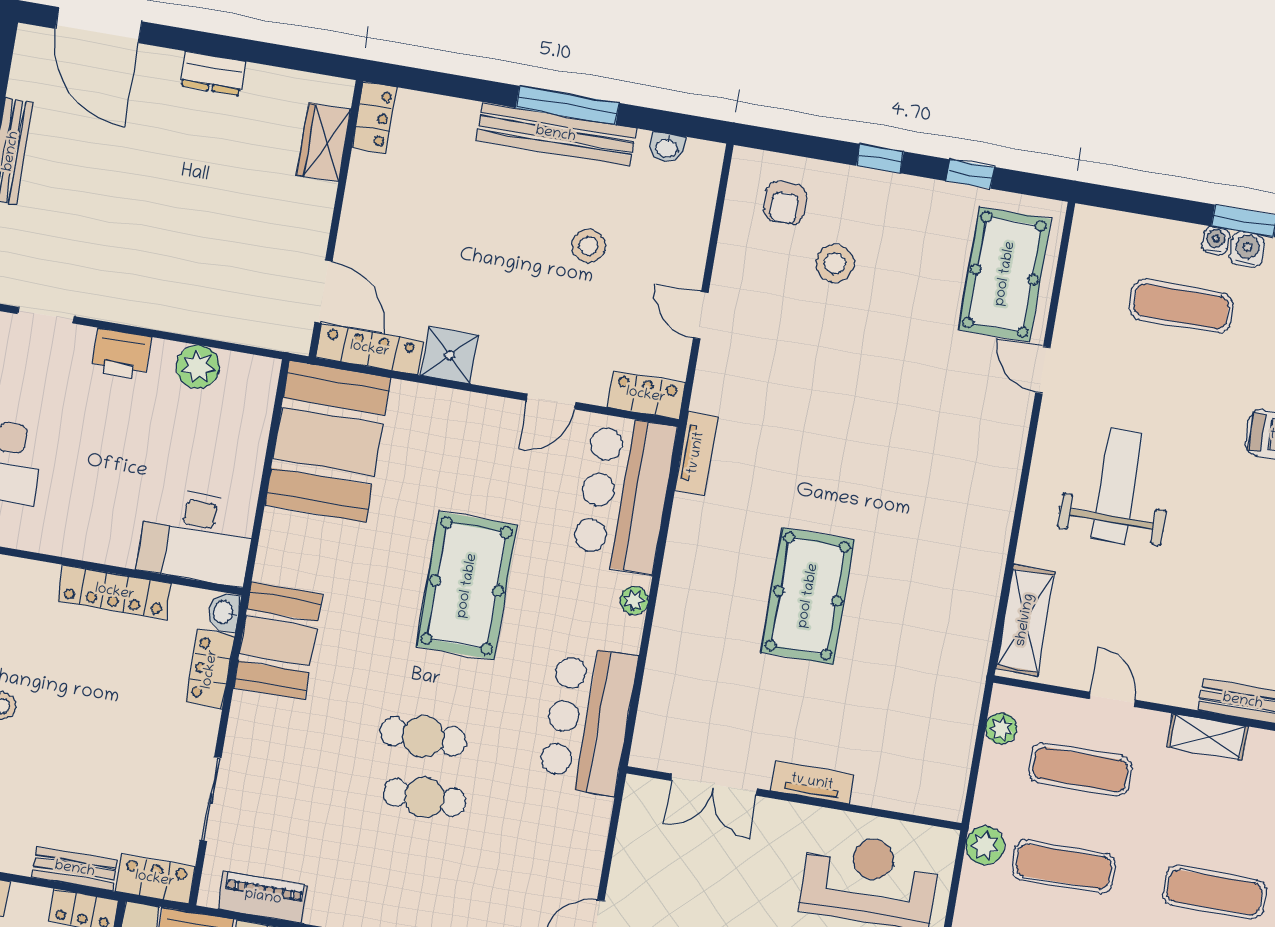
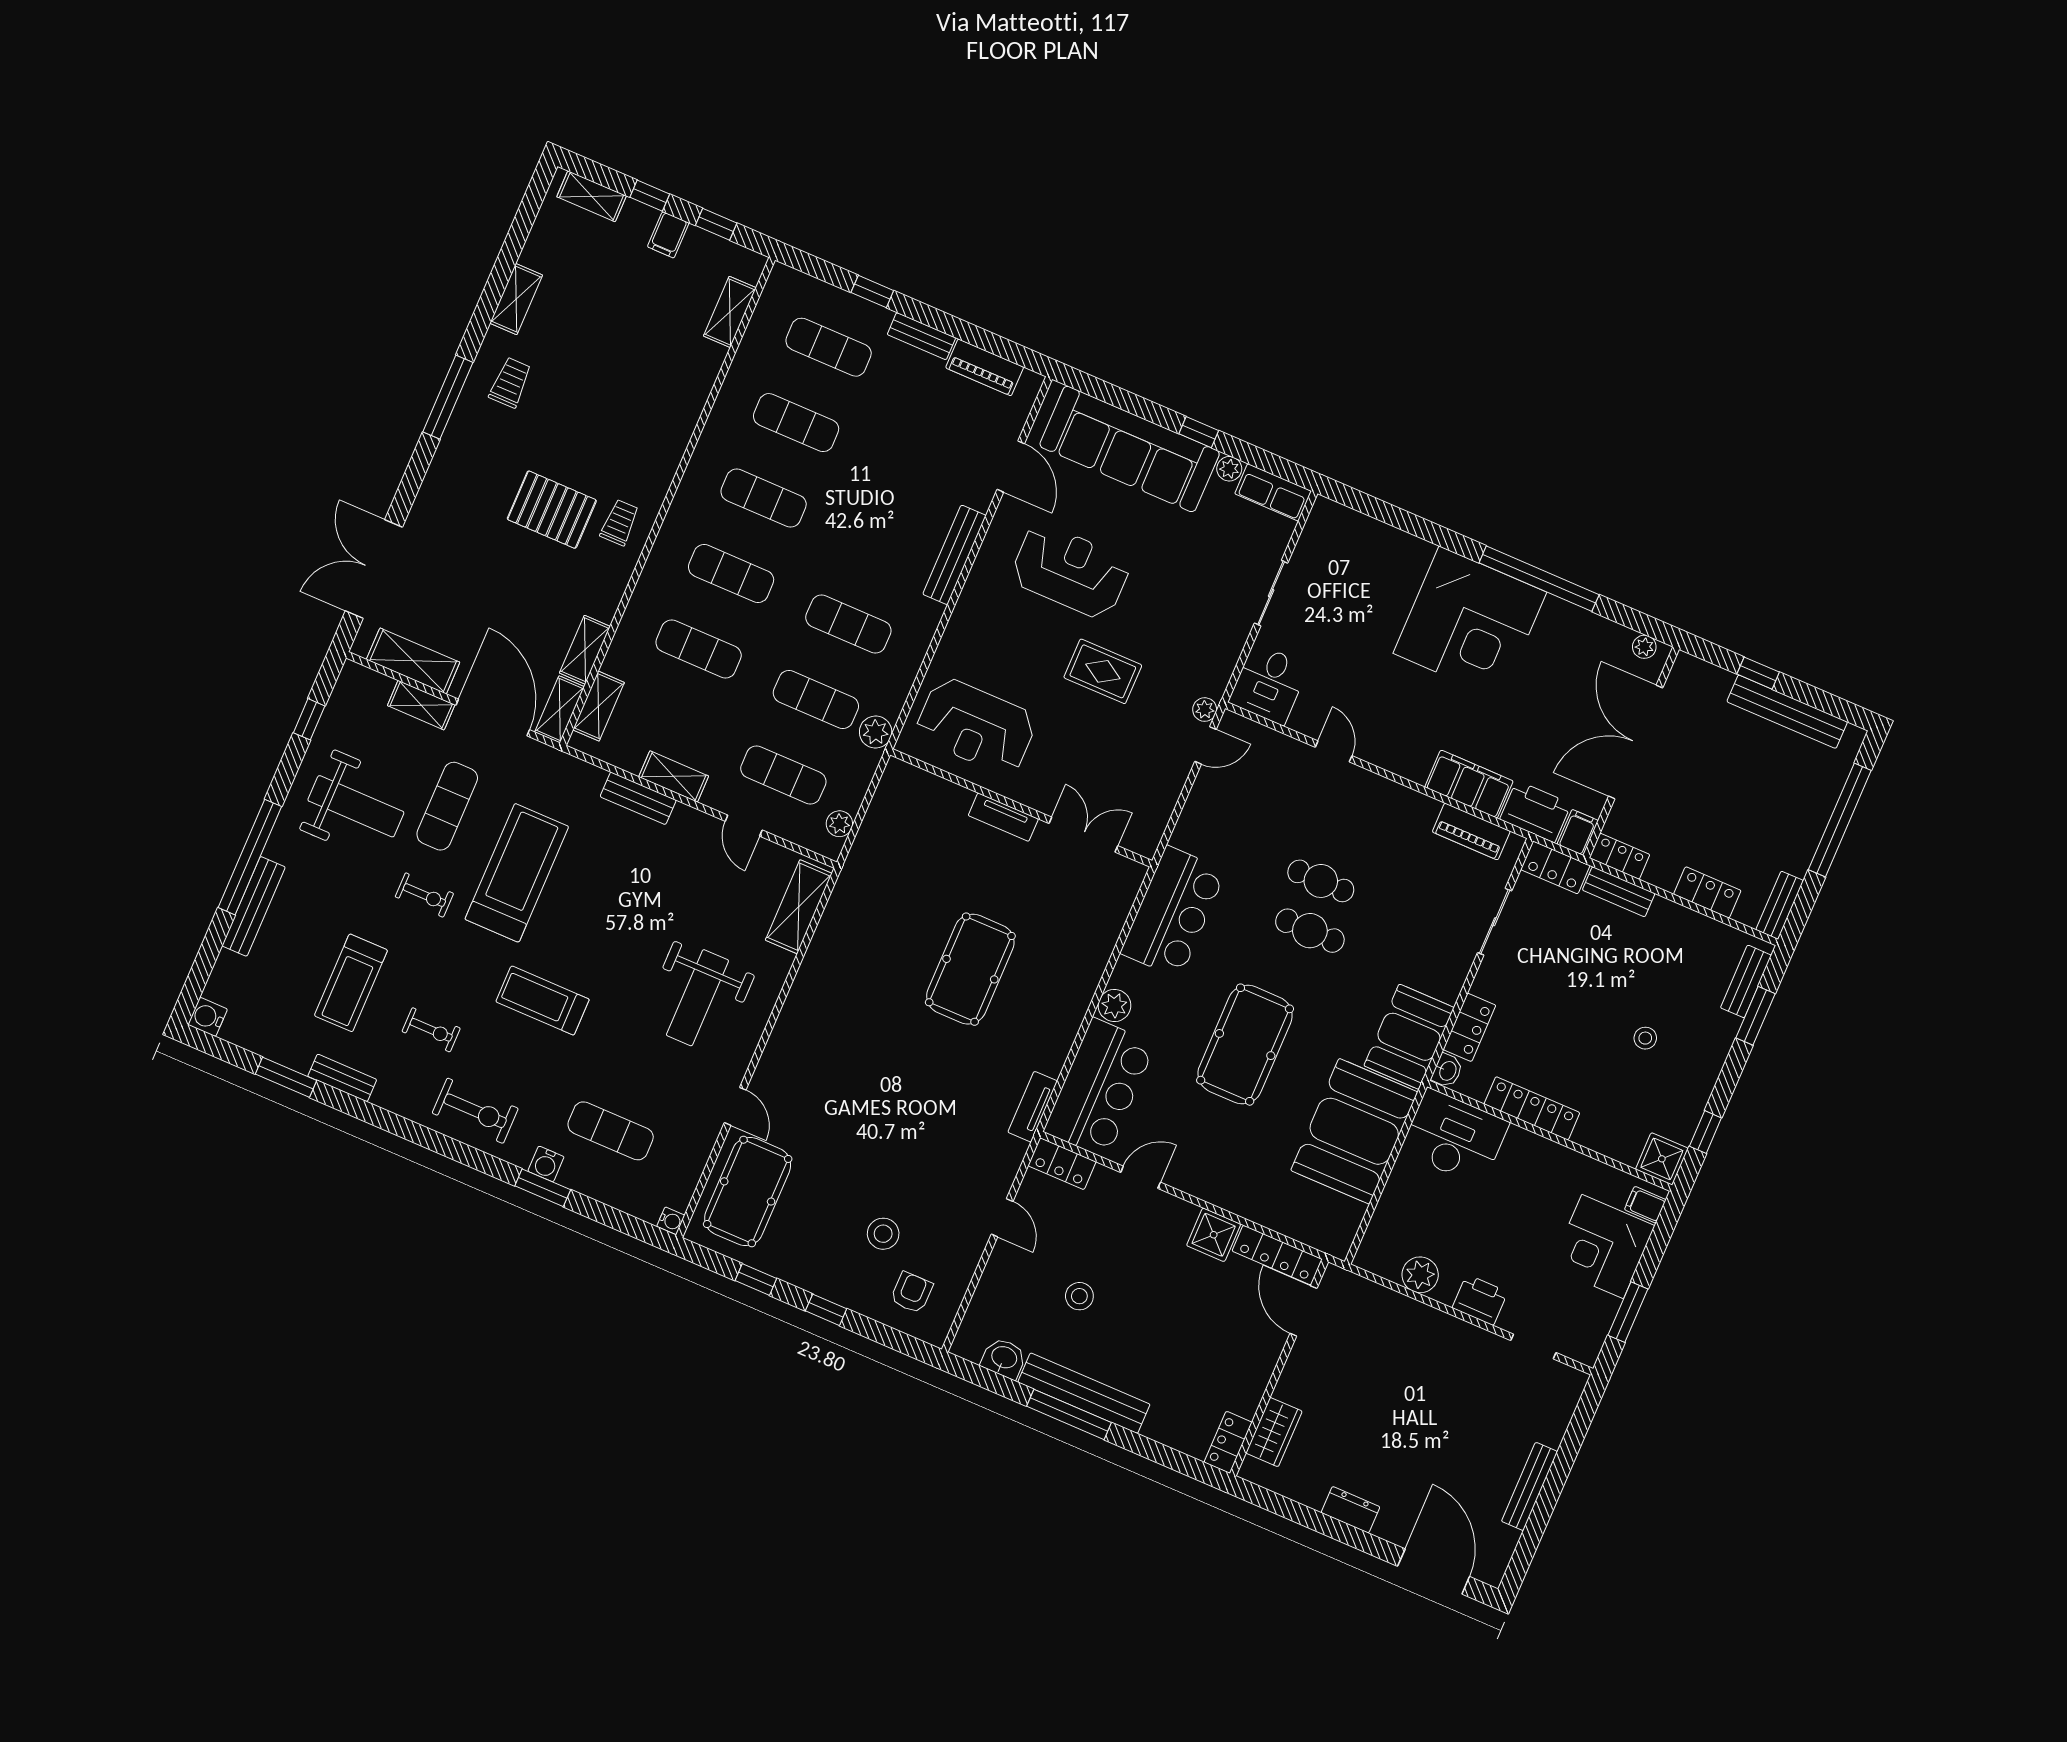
washbasin: (667, 147) -> (1004, 1358), width x1.38, depth x1.45
water cooler: (1216, 240) -> (671, 1221), moved, turned -90
booth: (328, 442) -> (1354, 1131), moved
plant: (634, 600) -> (1114, 1006), width x1.38, depth x1.38

